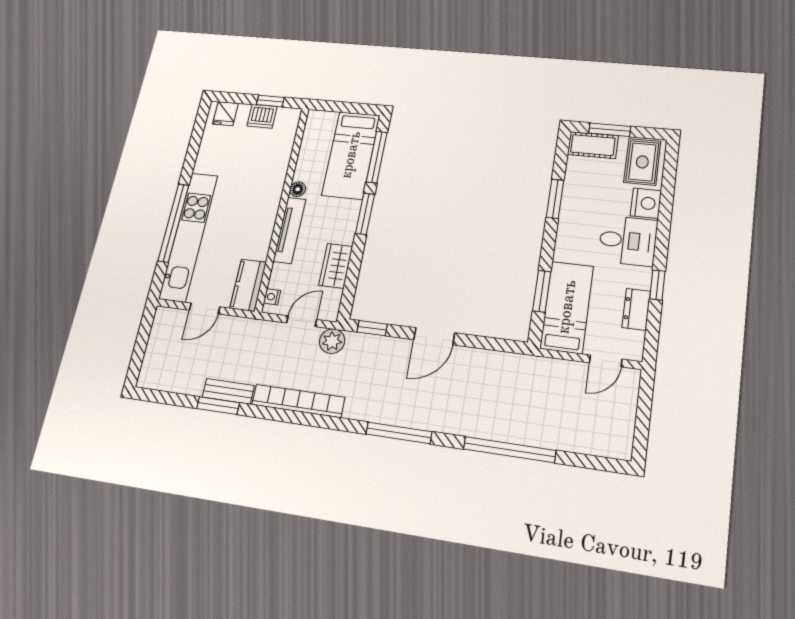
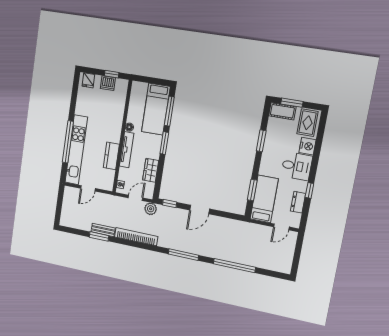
kitchen counter: (248, 285) -> (111, 156), moved

